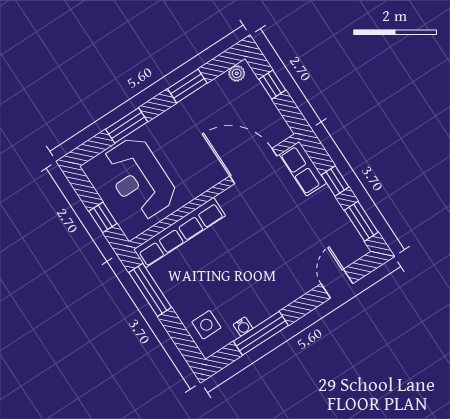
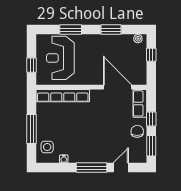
chair: (326, 213) -> (137, 131), added
window: (150, 290) -> (32, 129), moved
window: (261, 333) -> (91, 168), moved

